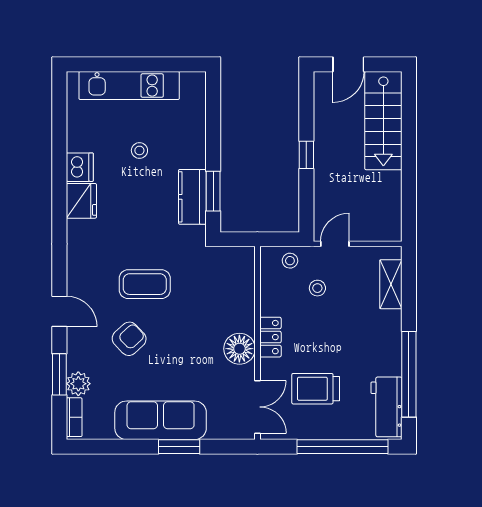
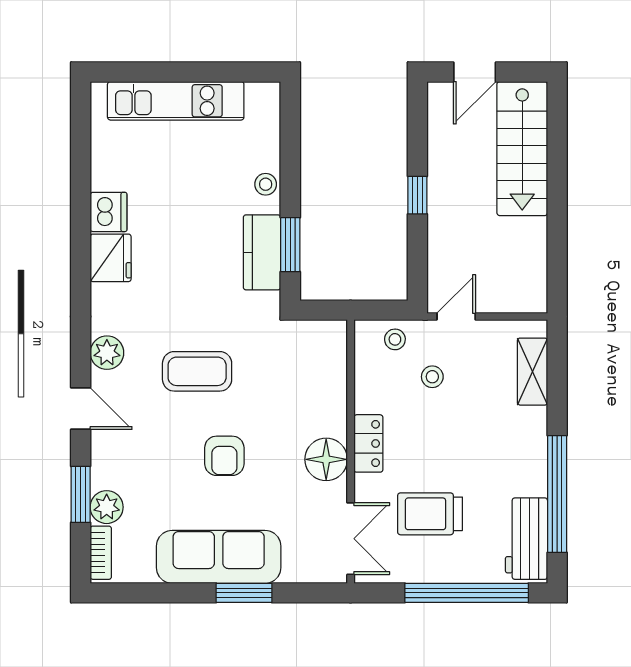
stool: (139, 150) -> (266, 184), moved
plant: (79, 270) -> (107, 353), added
armchair: (129, 339) -> (224, 456), moved, turned 133

